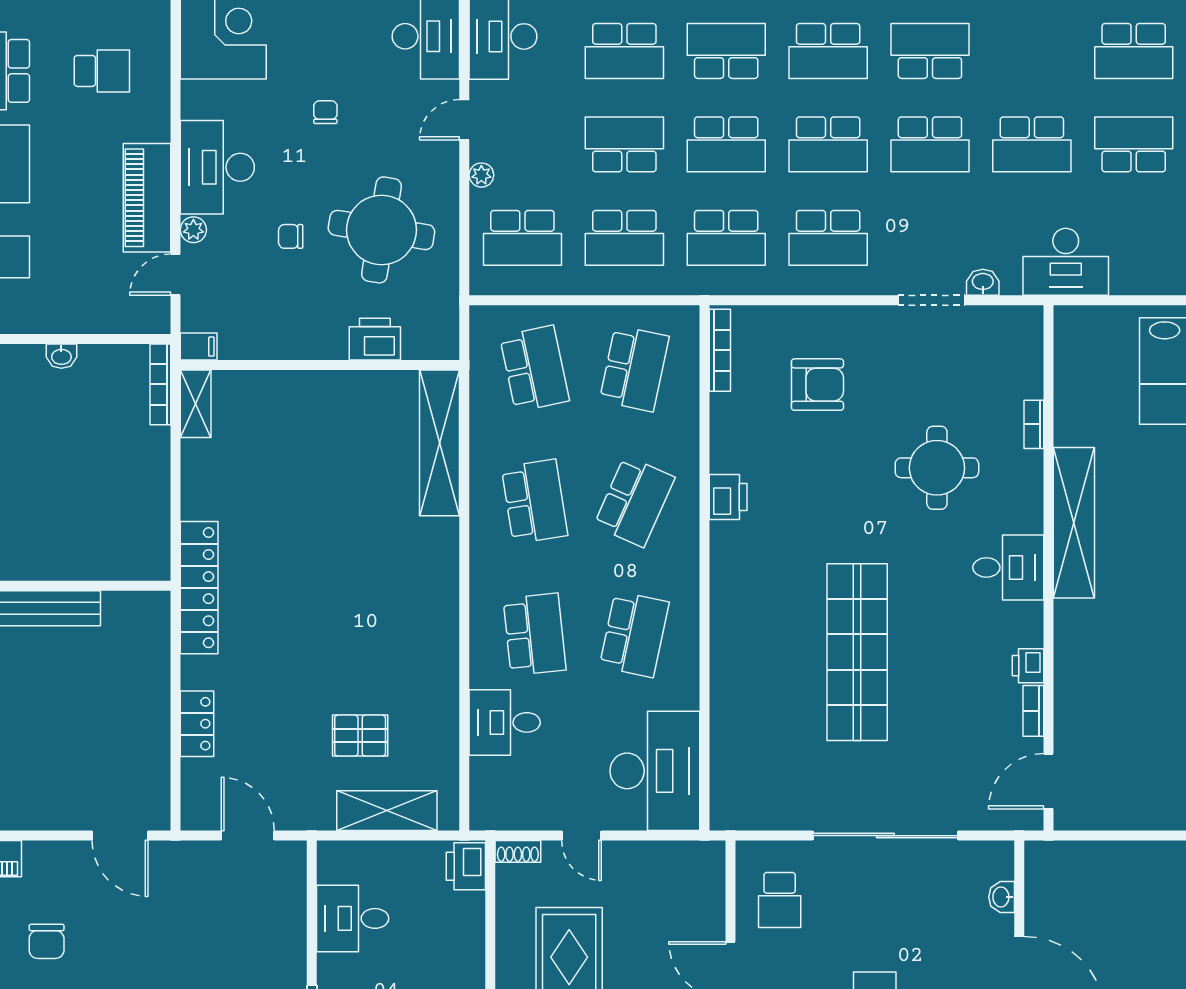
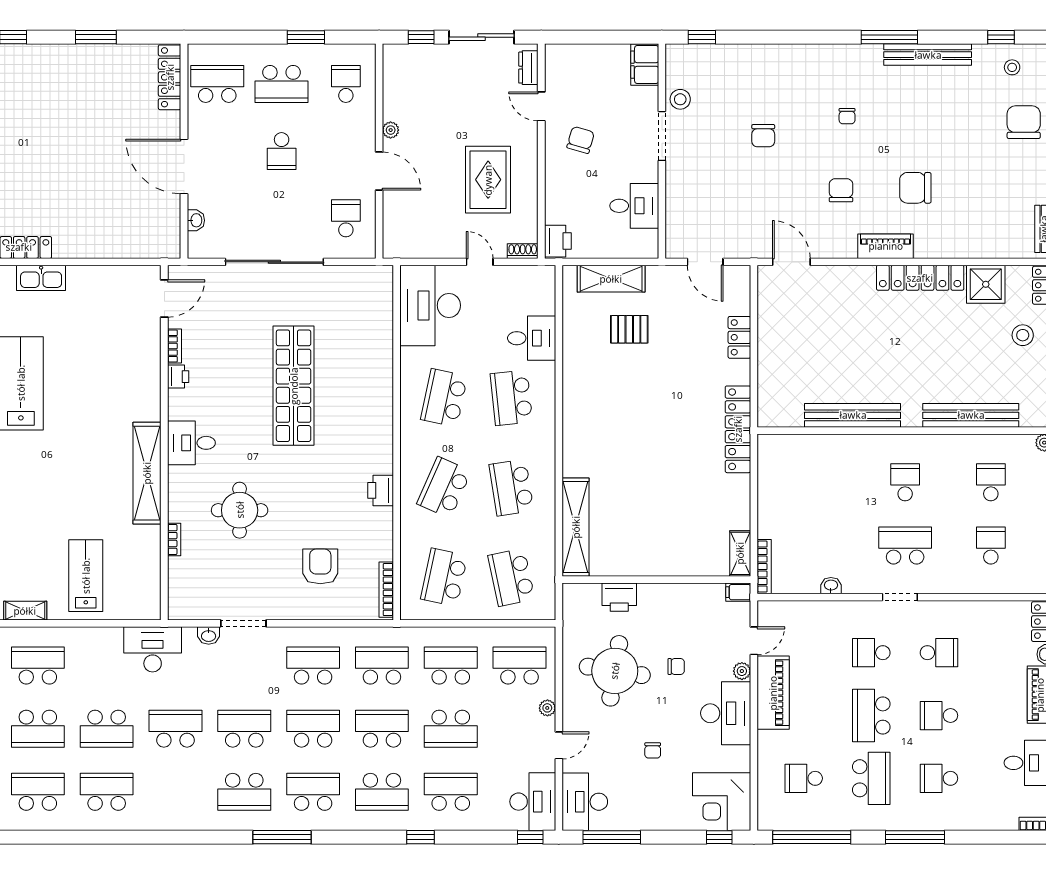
armchair: (817, 385) -> (320, 566), turned 90

